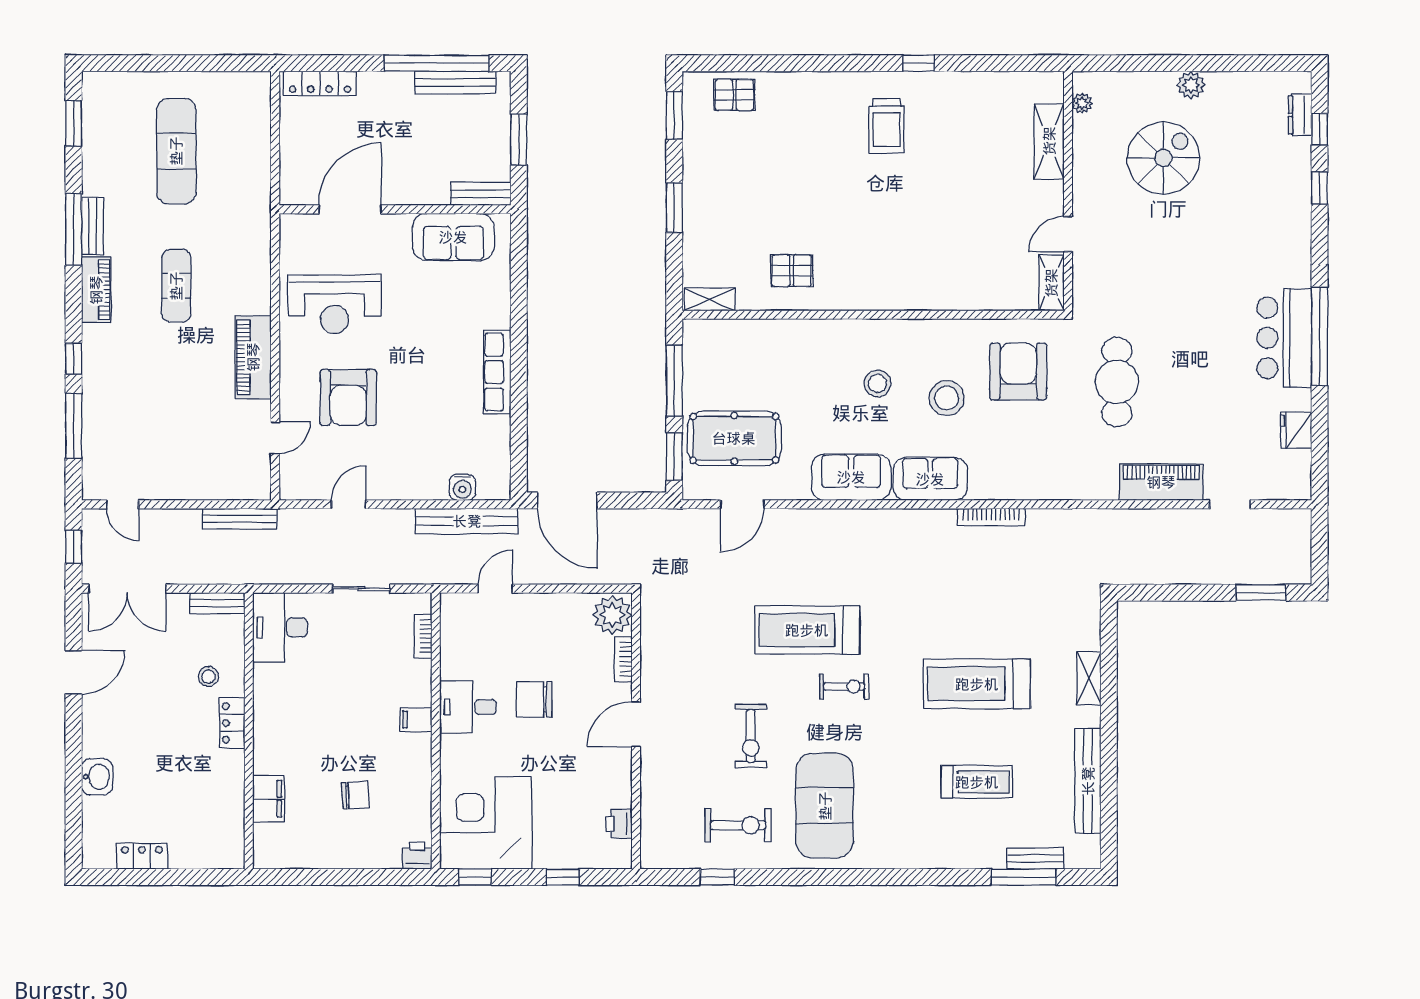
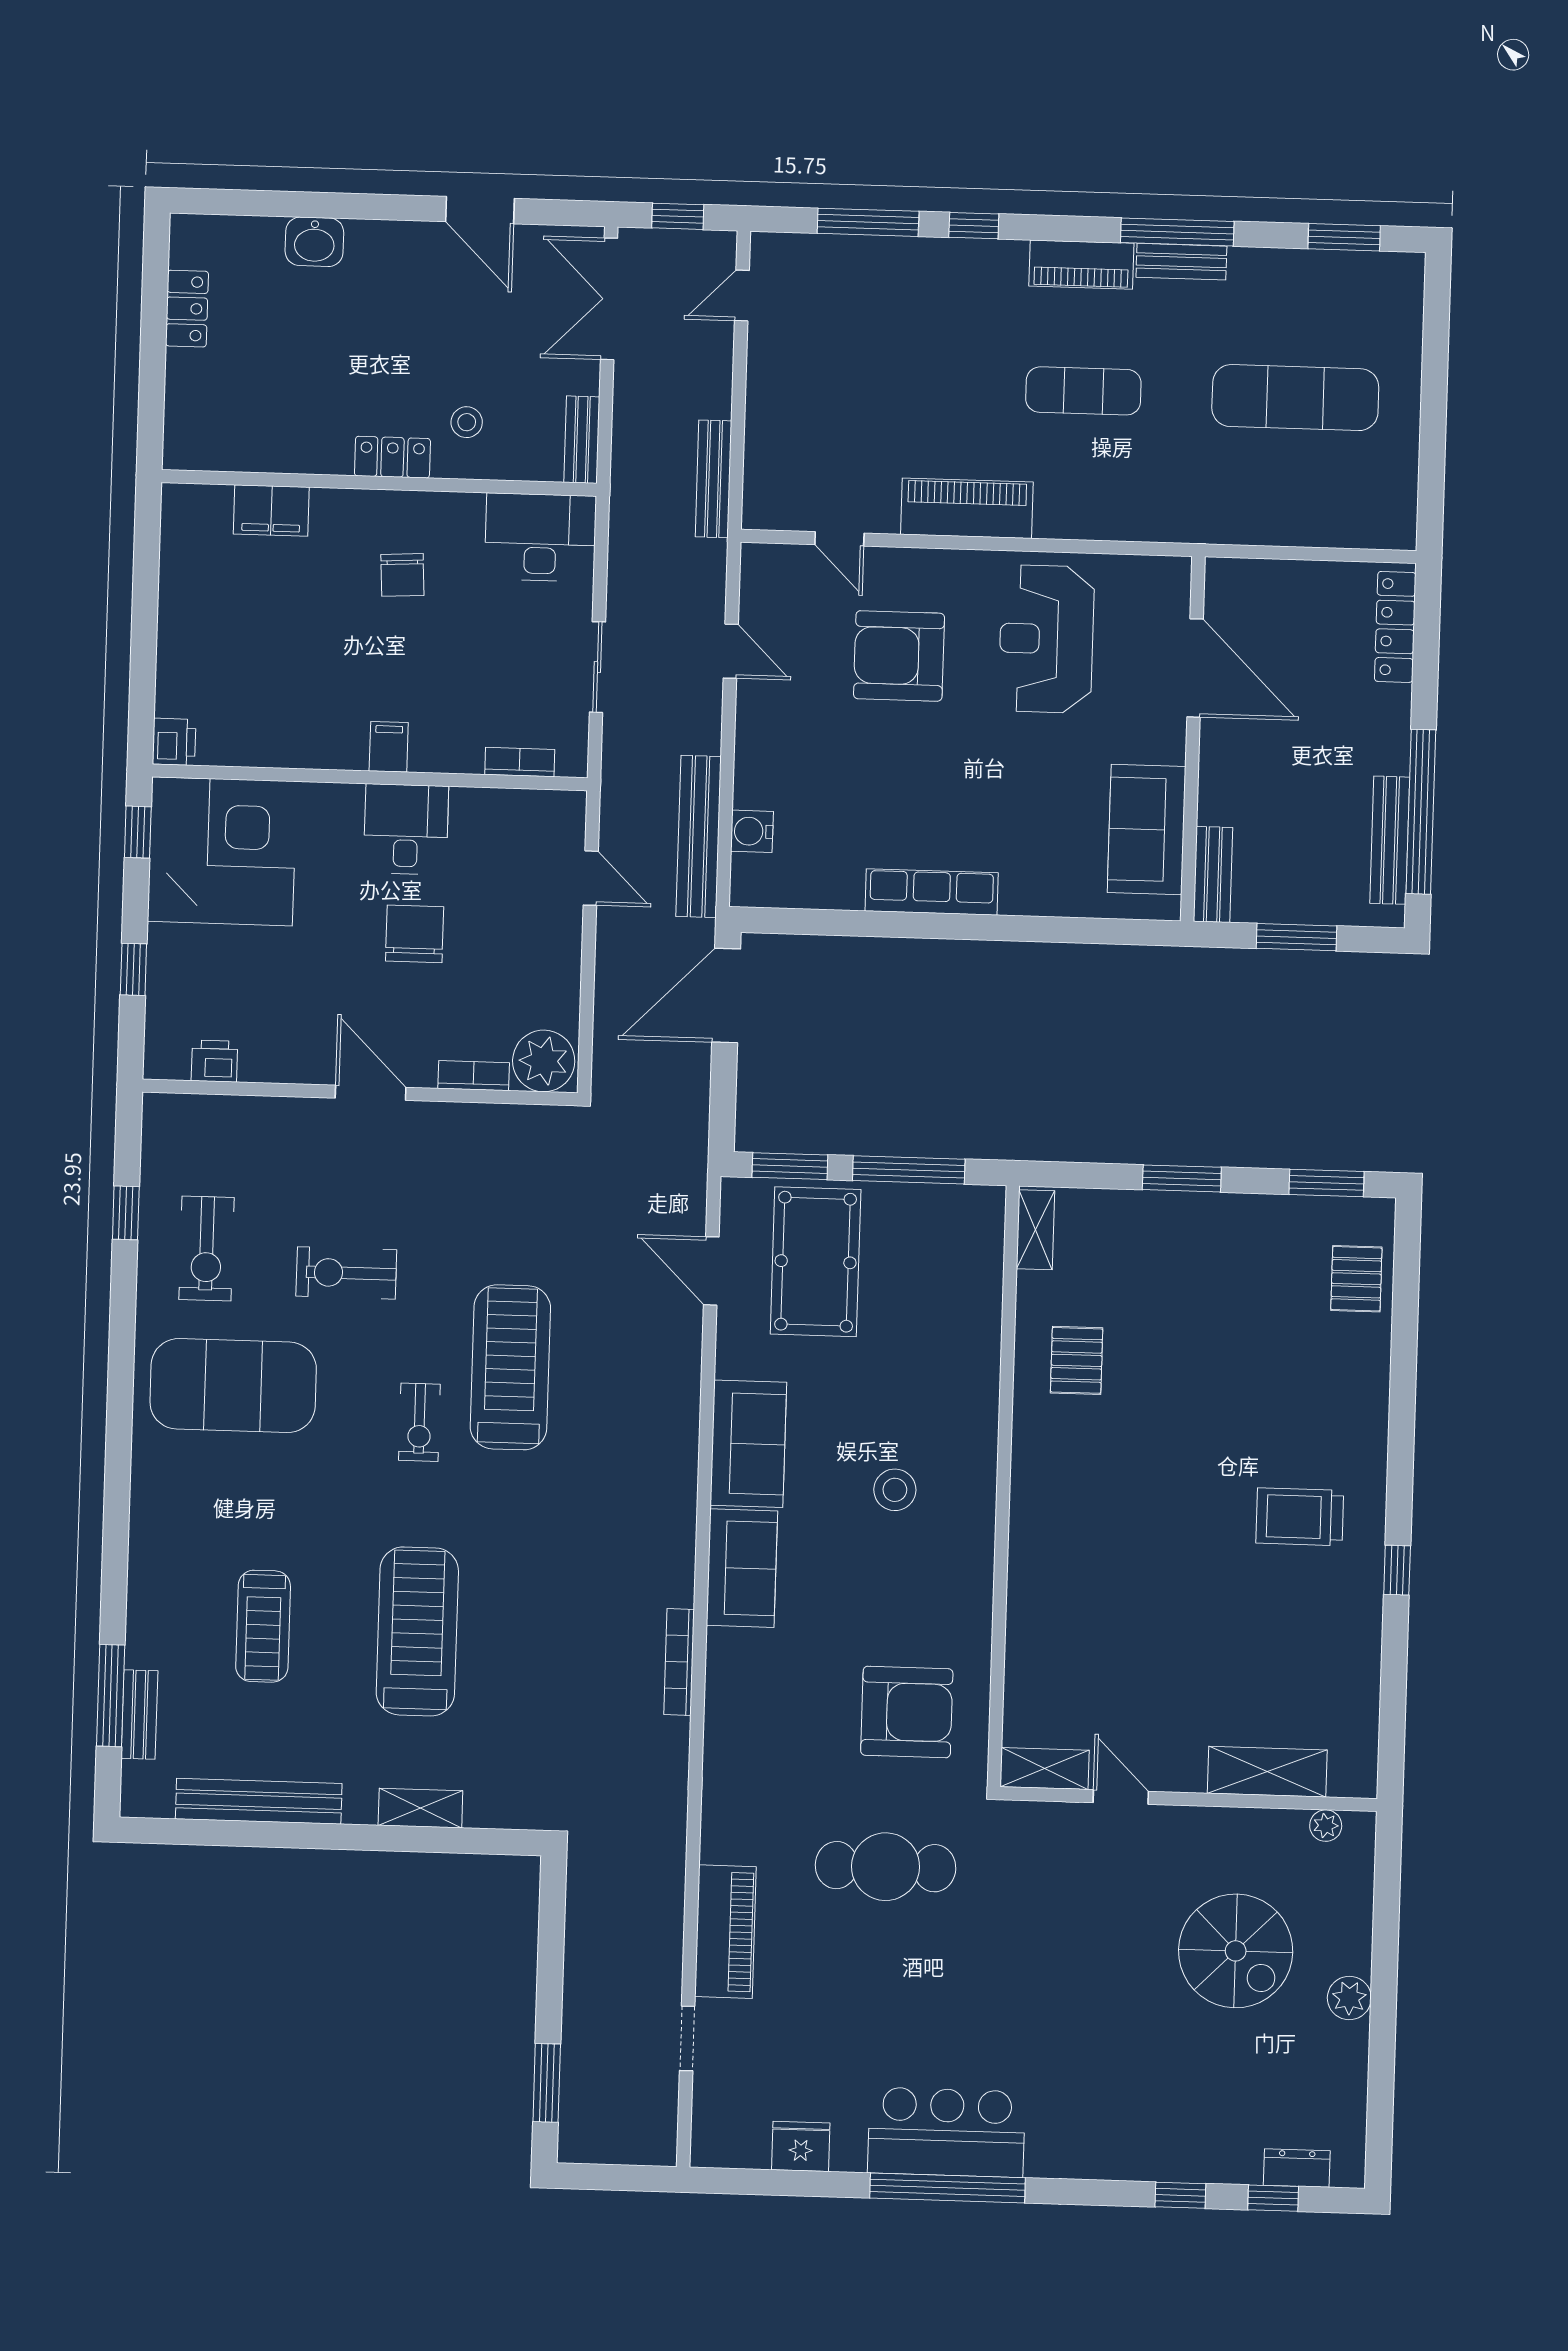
stool: (947, 398) -> (868, 1598), removed
chair: (355, 795) -> (402, 575), moved

